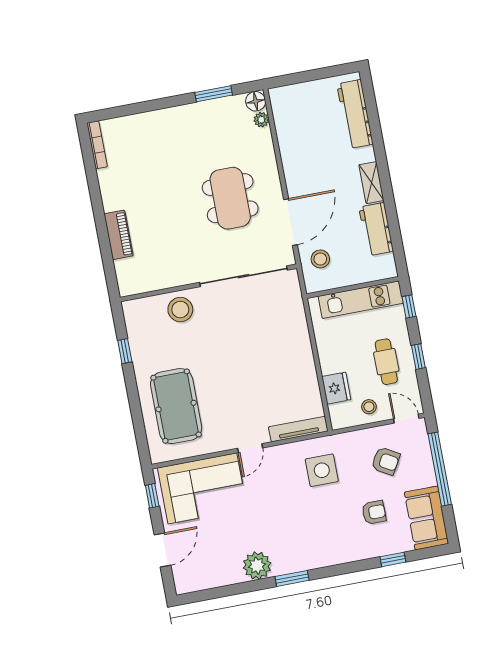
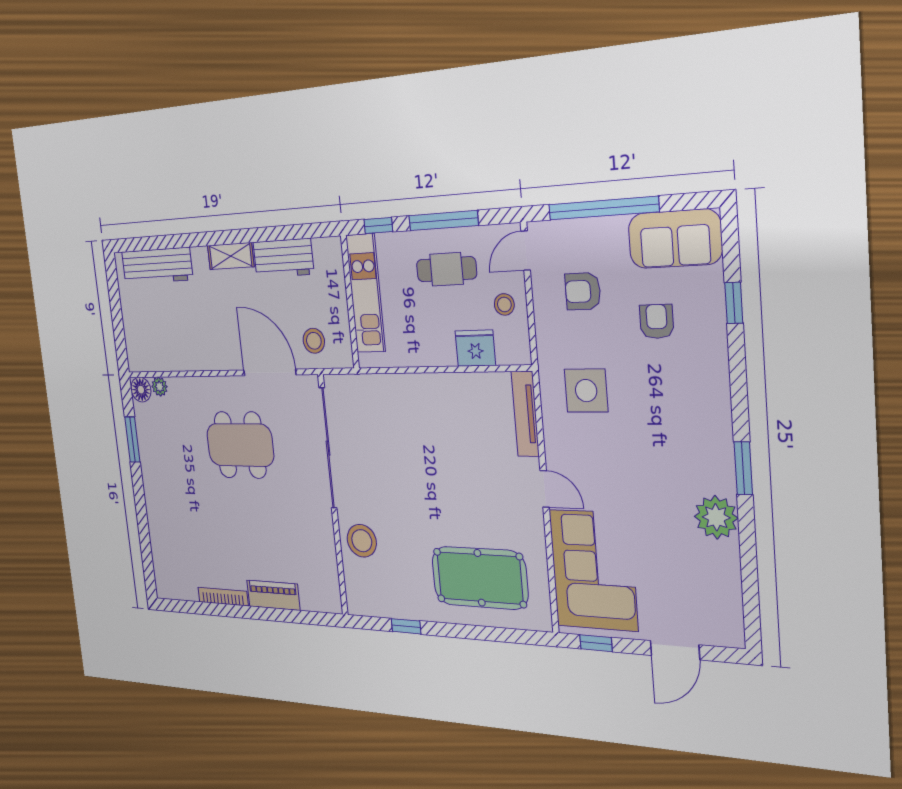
bookcase: (97, 145) -> (223, 597), moved
window: (418, 357) -> (443, 221), width x2.17
armchair: (386, 461) -> (583, 291), turned -120
door: (162, 550) -> (675, 650), swing flipped

